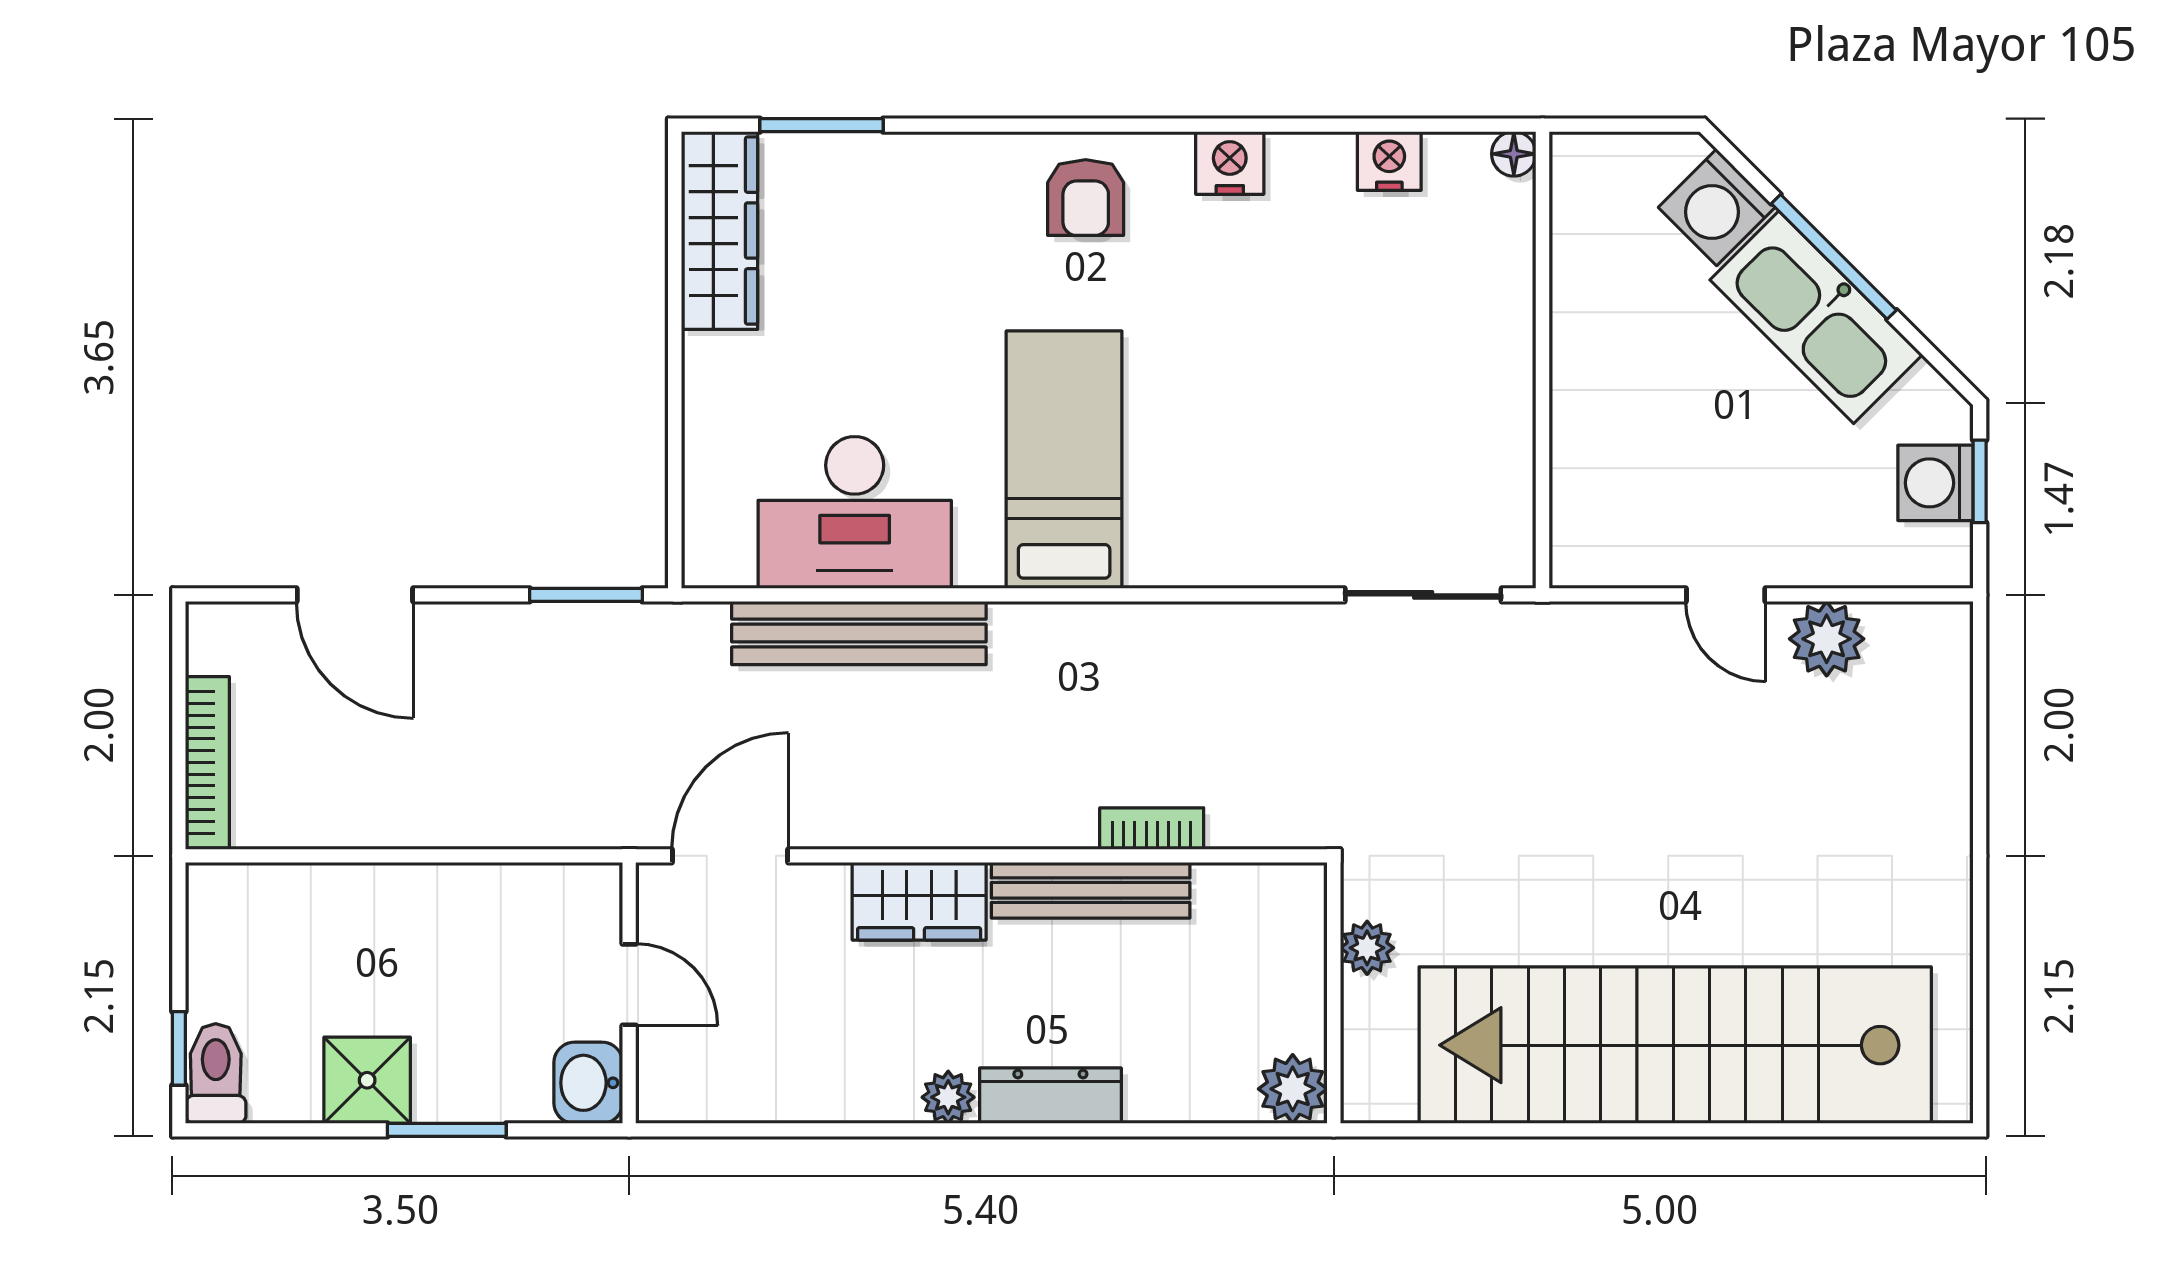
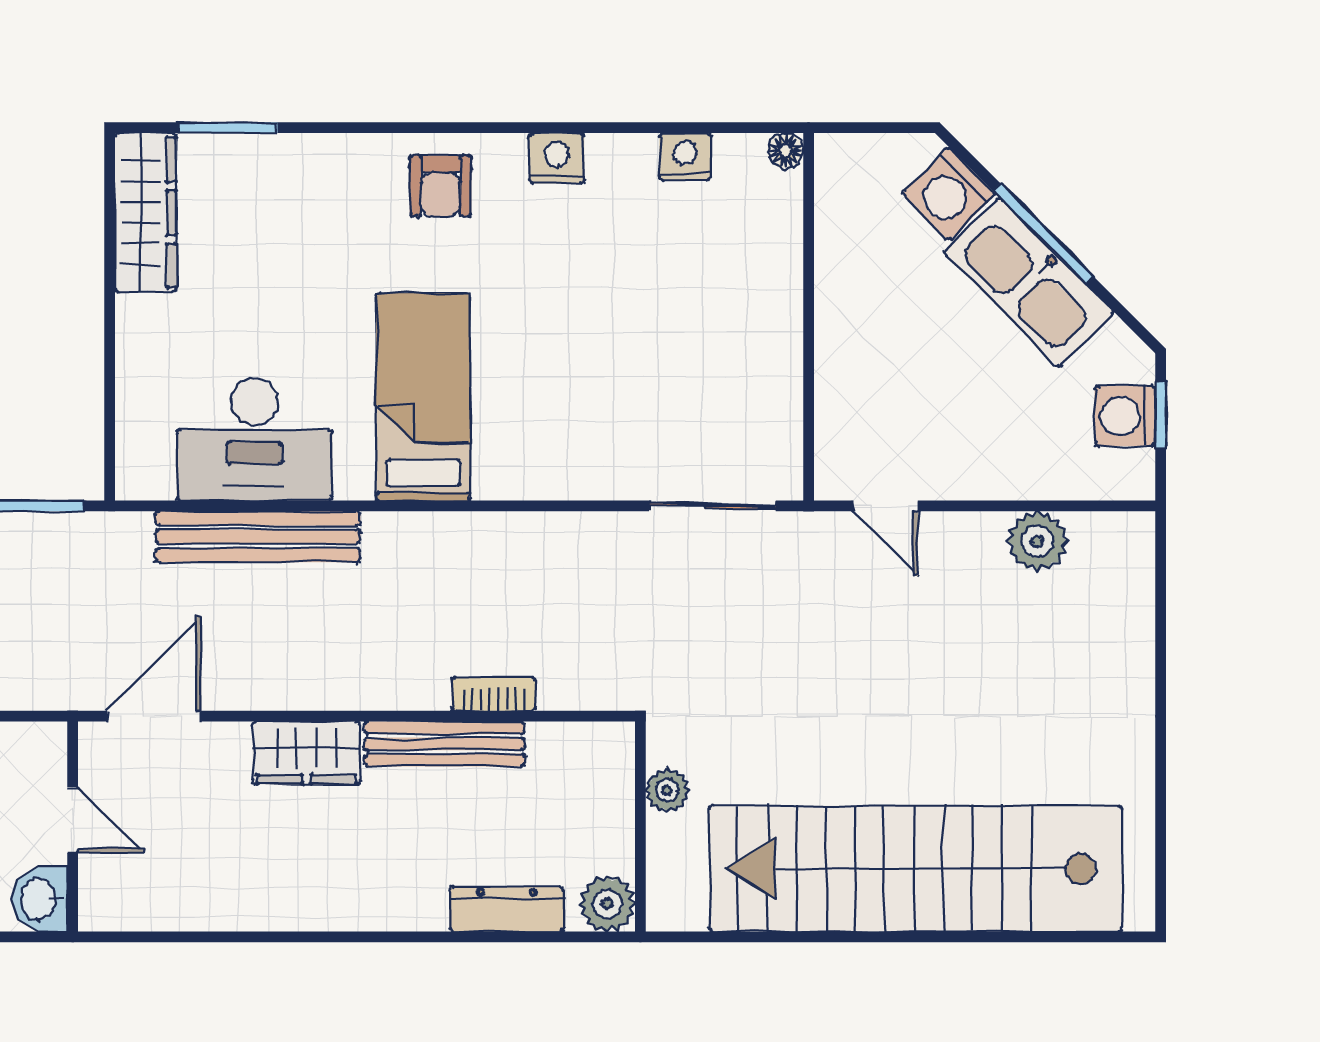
door: (1726, 595) -> (886, 506), moved
dresser: (1050, 1096) -> (507, 909), moved
plant: (948, 1097) -> (330, 911), removed

